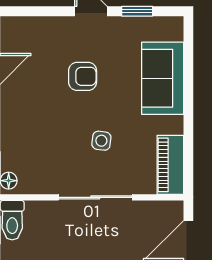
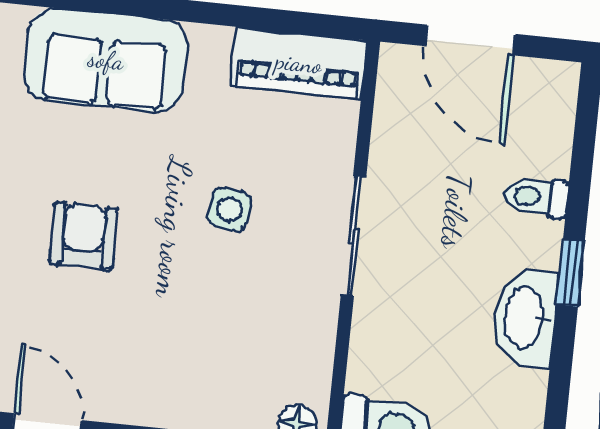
sliding door: (95, 197) -> (353, 236), width x0.73

